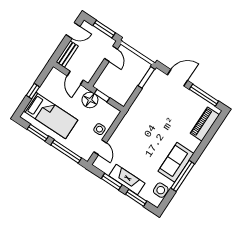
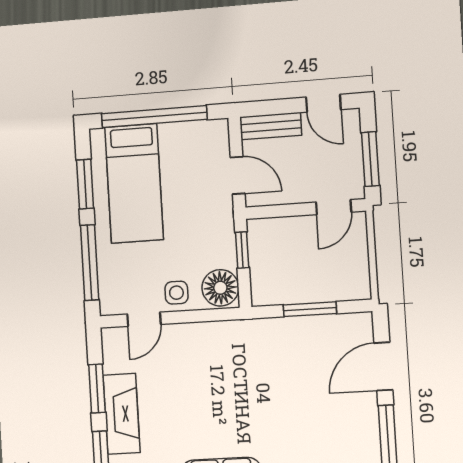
window: (146, 77) -> (310, 309), moved
door: (75, 78) -> (238, 175), swing flipped
door: (177, 78) -> (383, 366), swing flipped
window: (33, 91) -> (154, 117), width x3.17
floor lamp: (90, 100) -> (220, 288), moved

